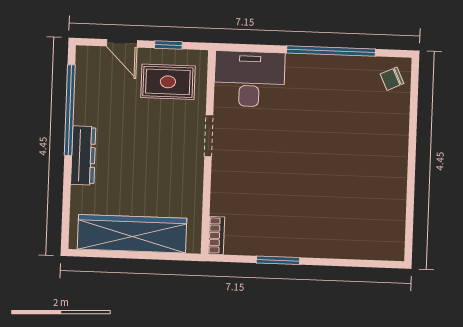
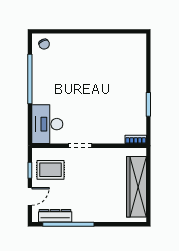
rug: (168, 82) -> (51, 170), turned 90
dresser: (83, 155) -> (55, 216), moved

